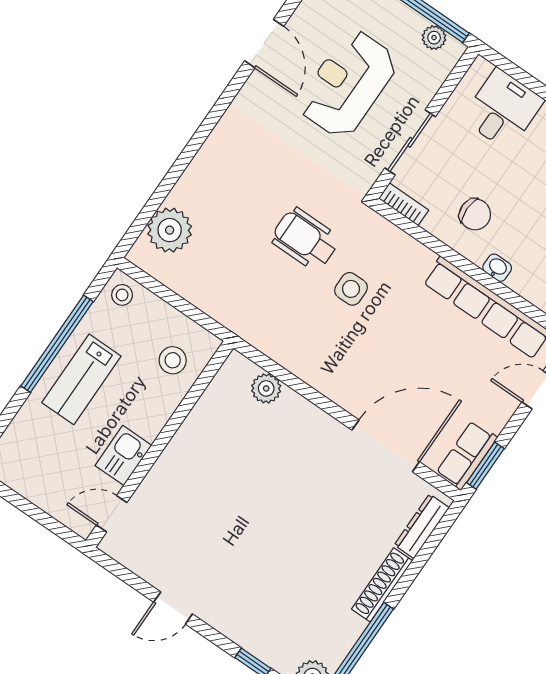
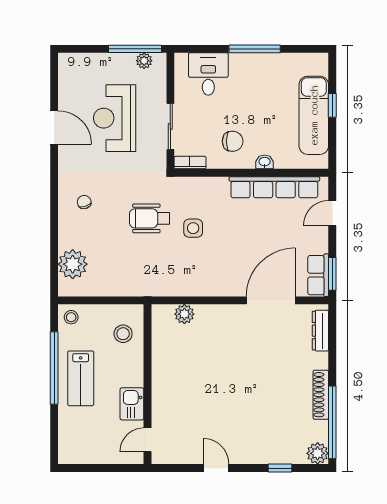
chair: (238, 162) -> (84, 202), added
shoe rack: (382, 585) -> (321, 395), moved
door: (173, 608) -> (216, 468), swing flipped

